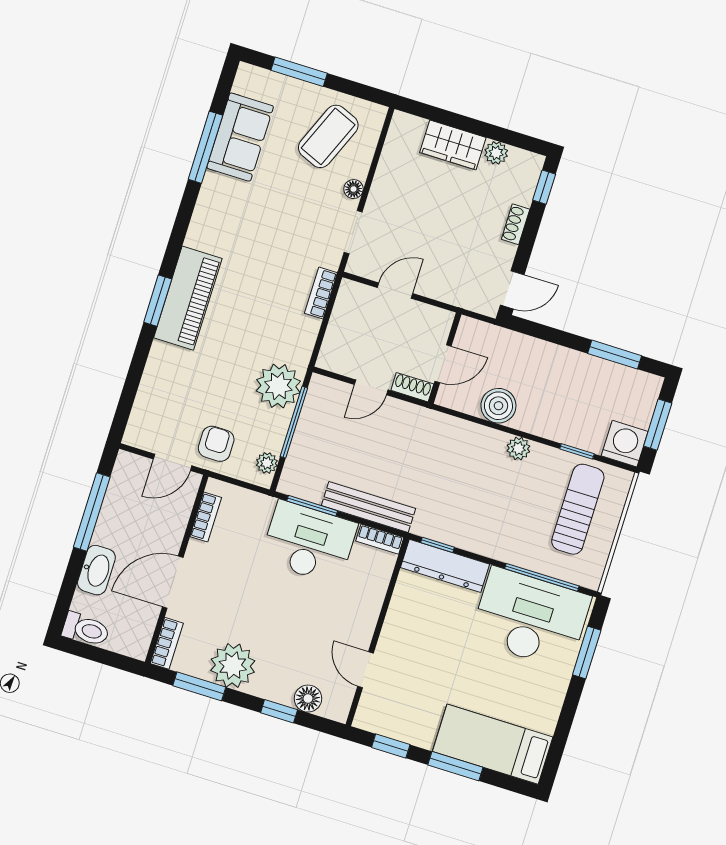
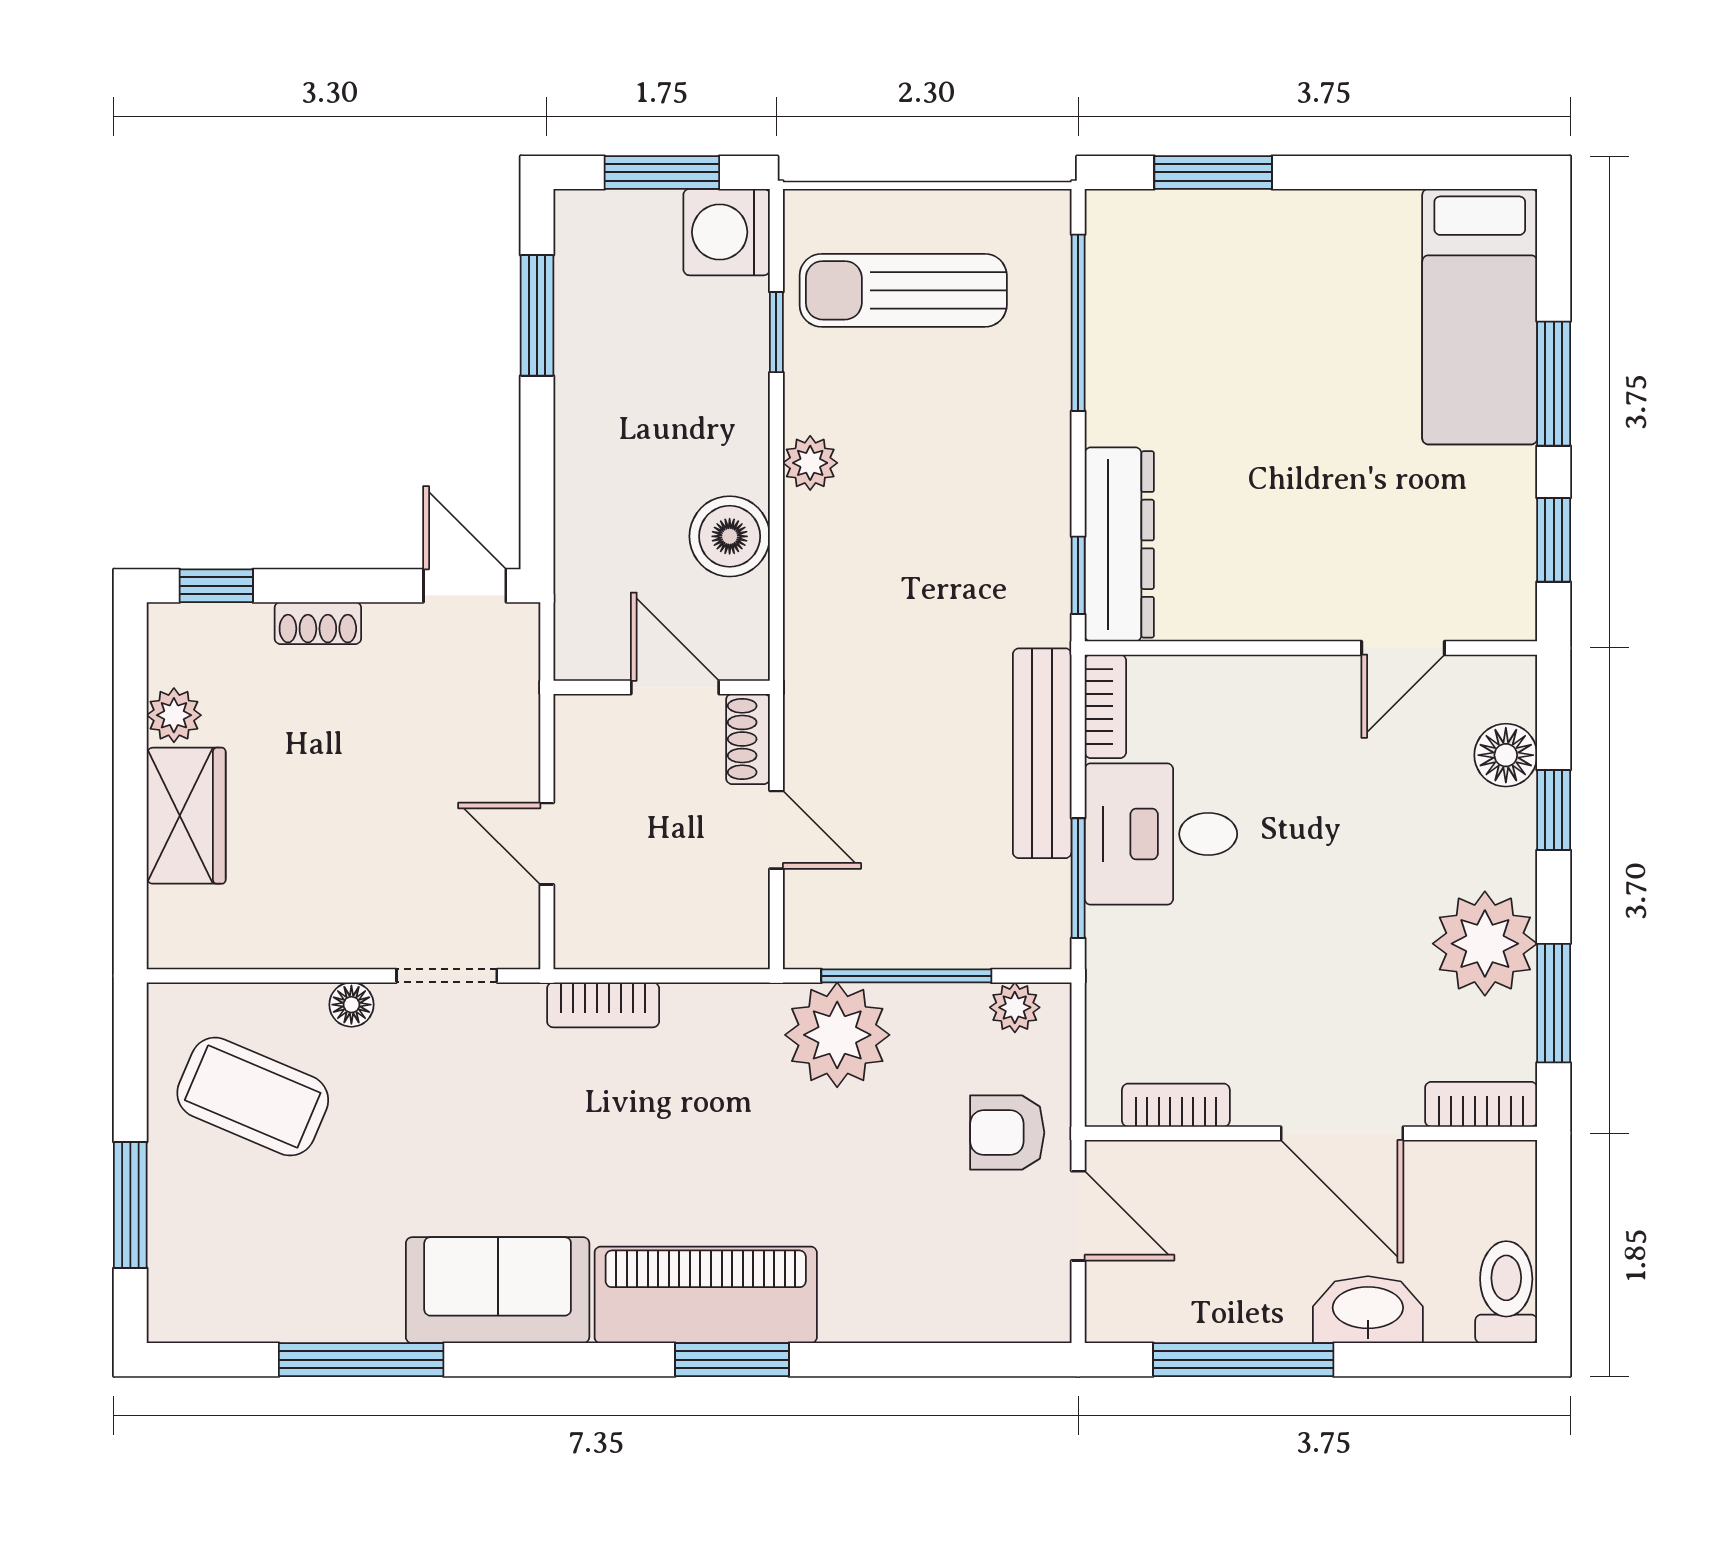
sofa: (240, 137) -> (498, 1290), moved
desk: (309, 542) -> (1161, 834), width x0.73
desk: (530, 618) -> (1176, 320), removed

